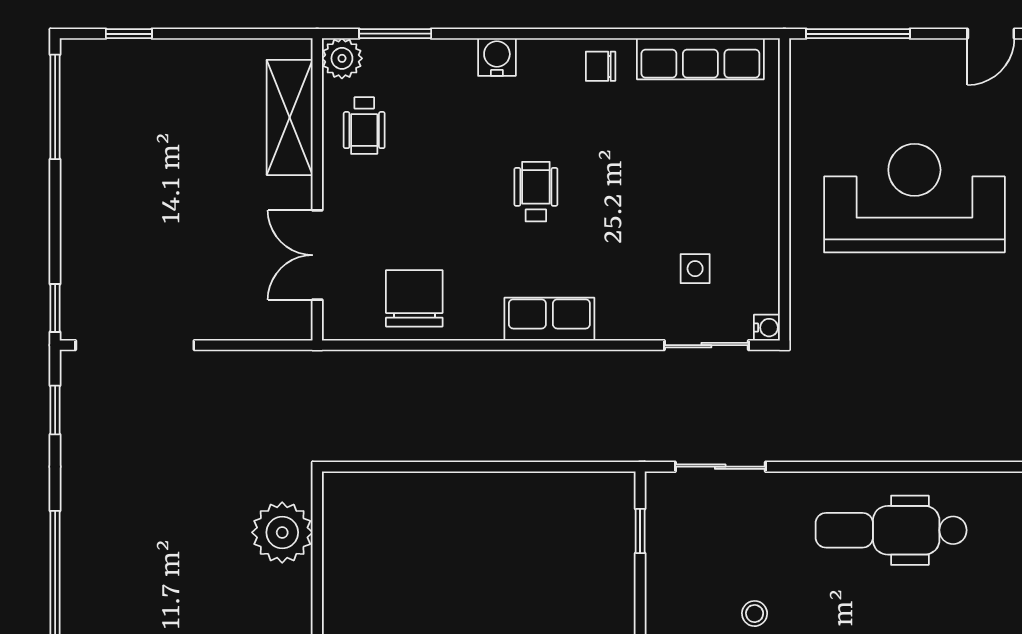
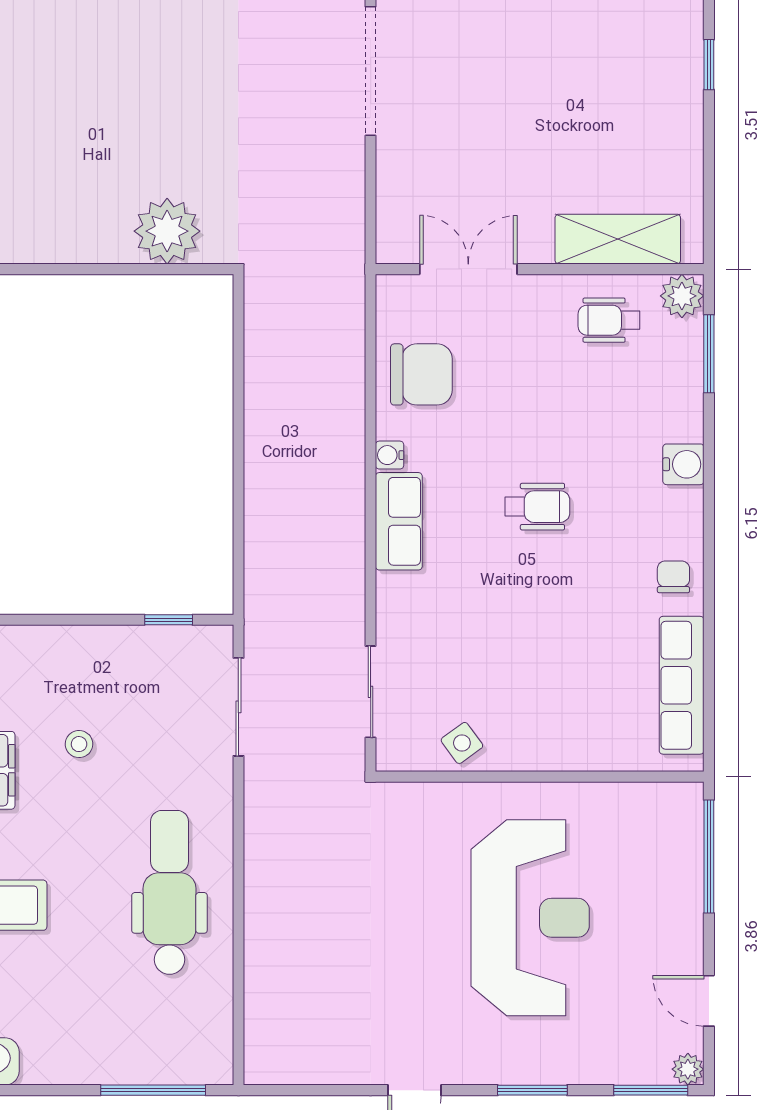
side table: (695, 269) -> (462, 743), moved, turned -36
water cooler: (767, 328) -> (390, 455), moved, turned 90

